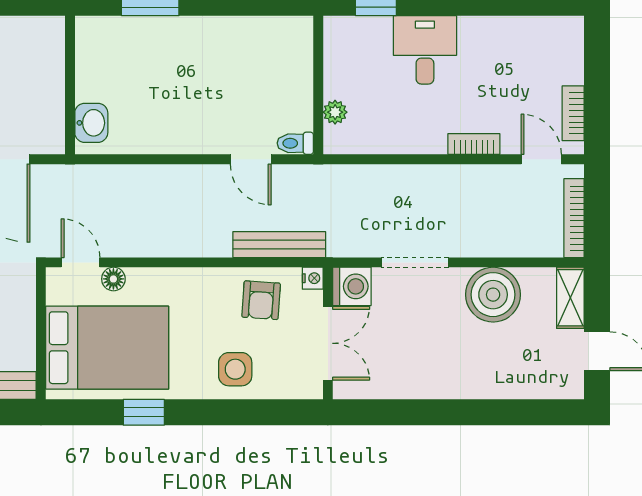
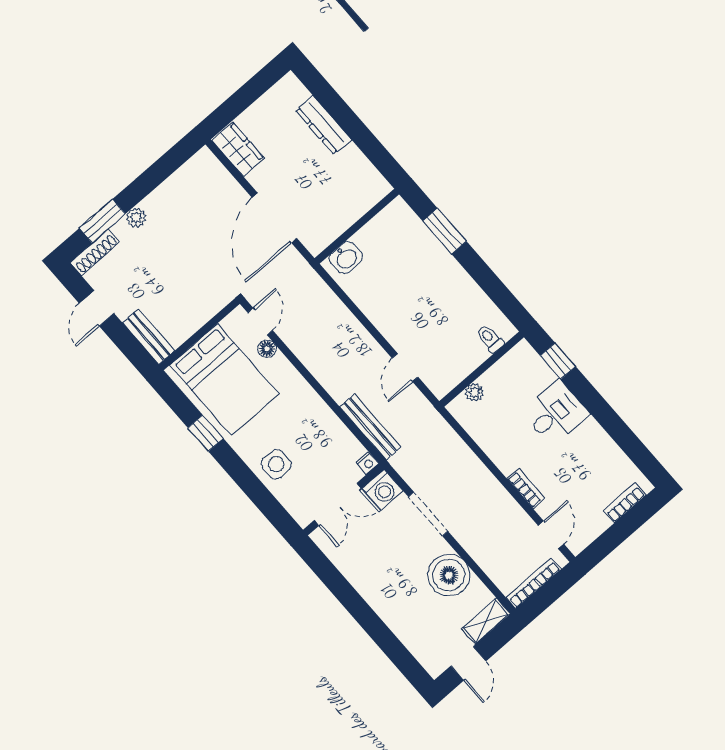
bookcase: (573, 113) -> (625, 503), moved
toilet: (295, 143) -> (490, 339), moved
armchair: (261, 300) -> (329, 444), removed

